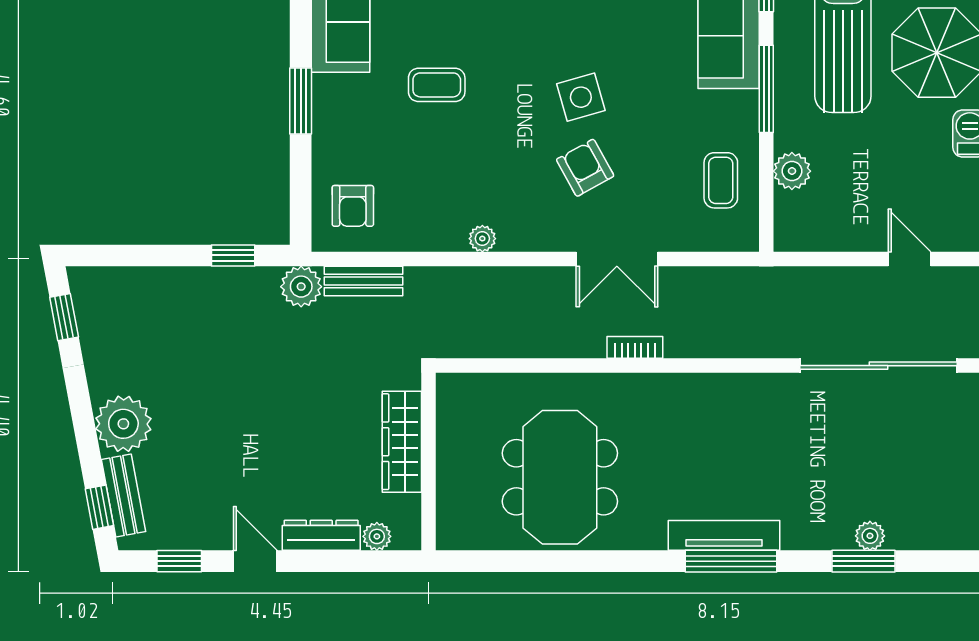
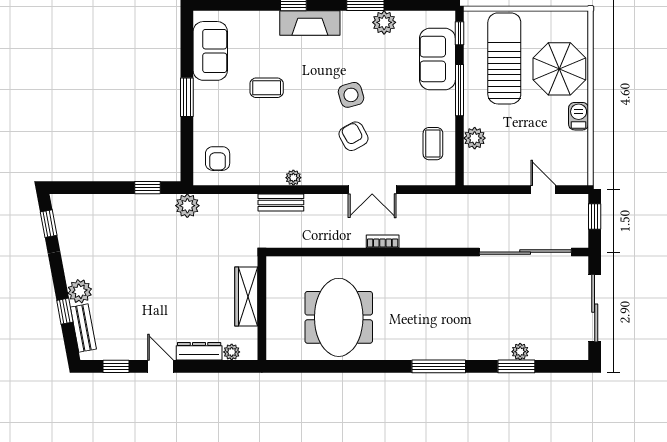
bench: (363, 281) -> (281, 202), moved
plant: (123, 424) -> (80, 291), width x0.73, depth x0.73
window: (99, 507) -> (65, 311), moved
tv unit: (724, 535) -> (435, 351), removed

